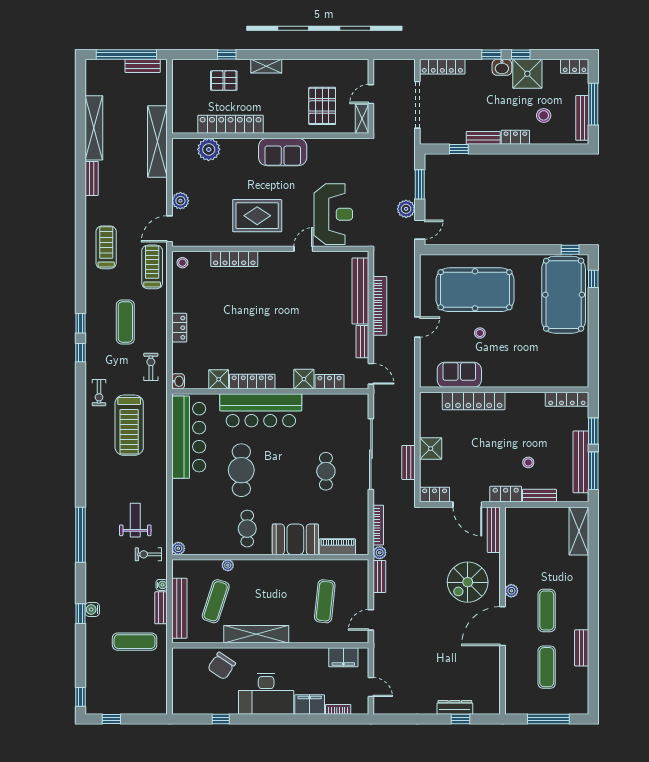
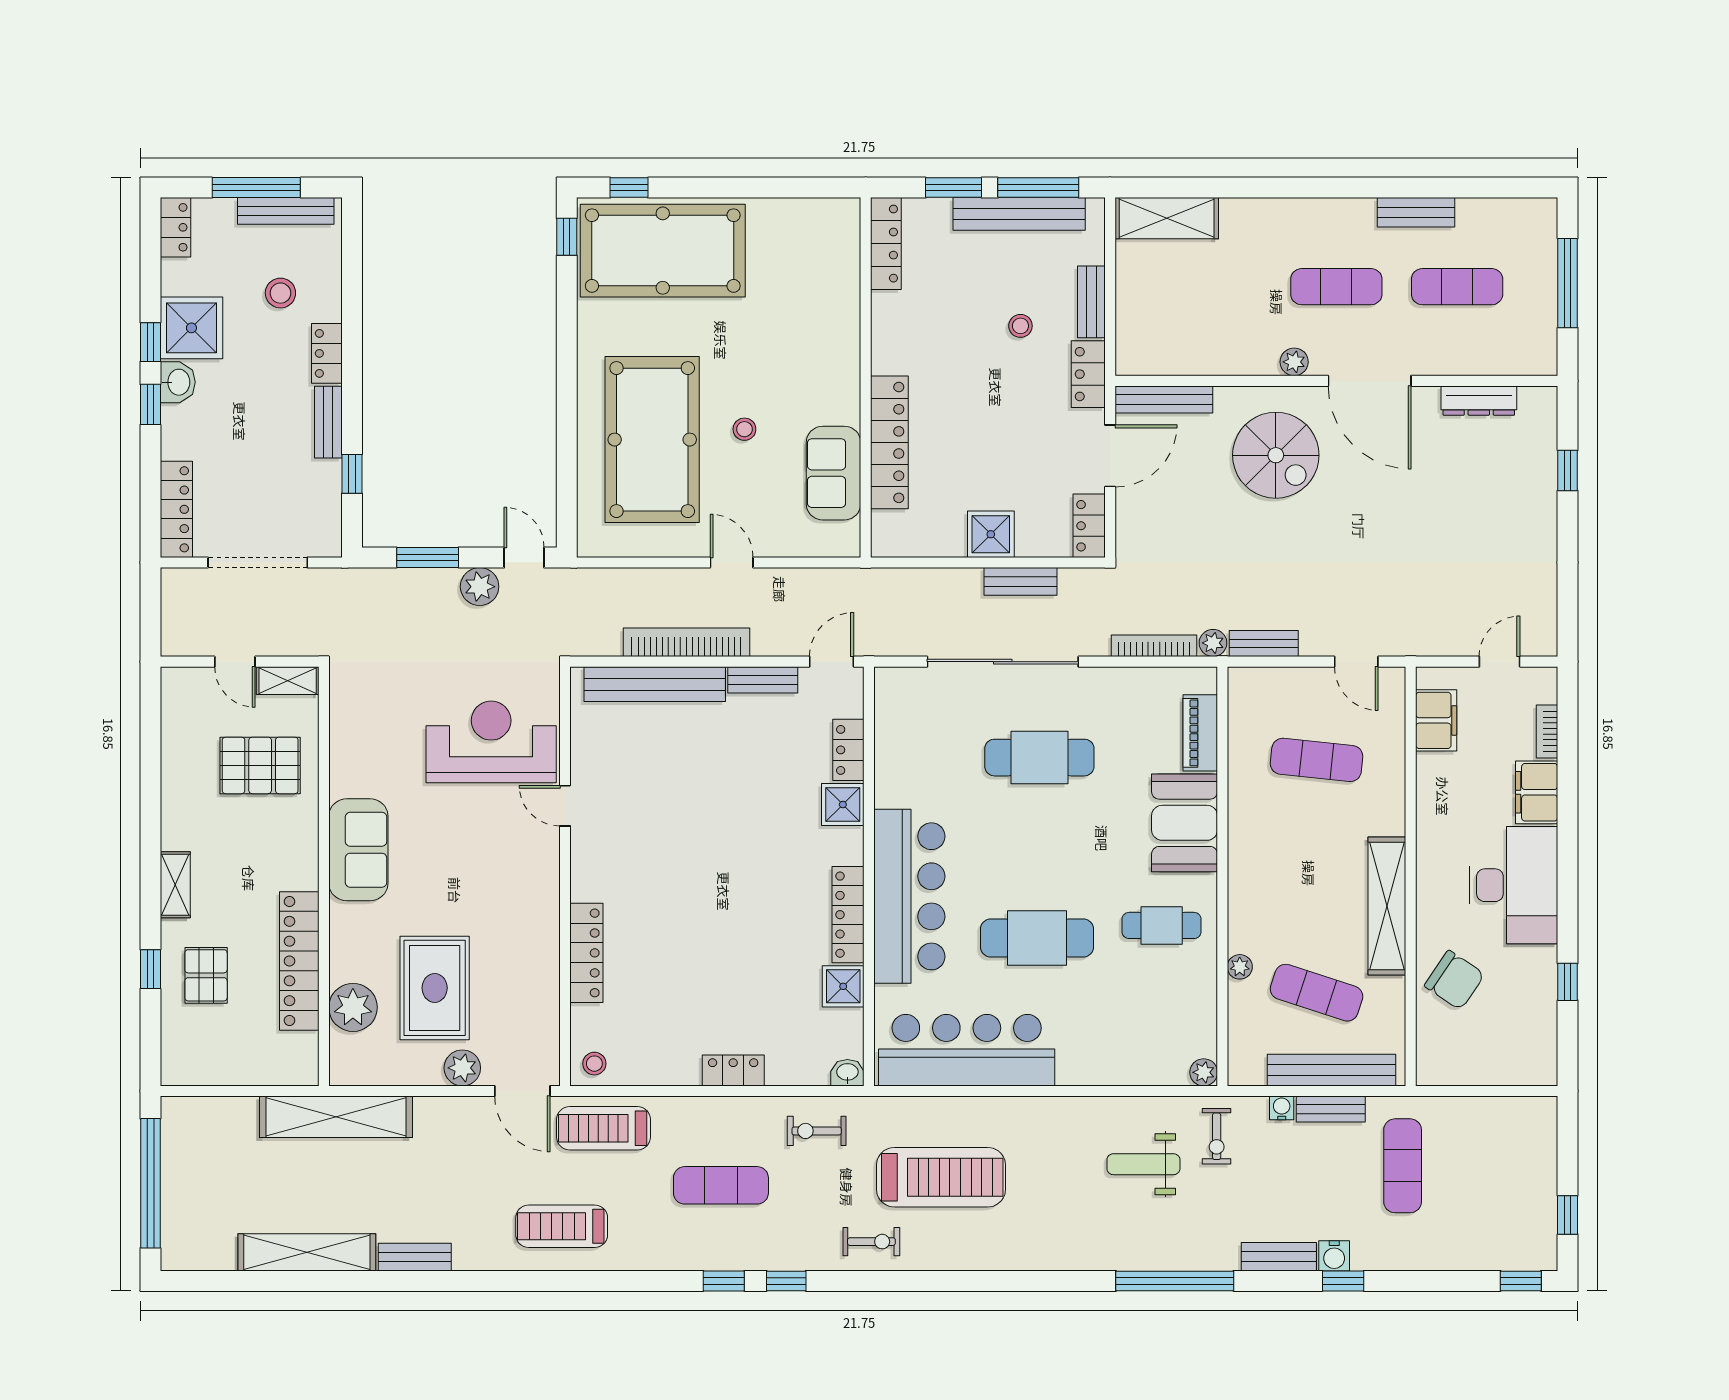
bench: (143, 66) -> (1279, 1257), moved, turned 90
rug: (257, 216) -> (435, 988), moved
cafe table: (326, 471) -> (1039, 758), width x1.37, depth x1.35
dresser: (455, 707) -> (1479, 401), moved, turned -90

